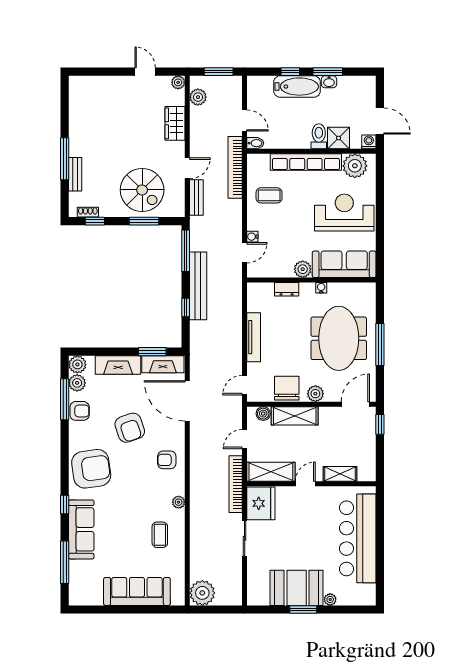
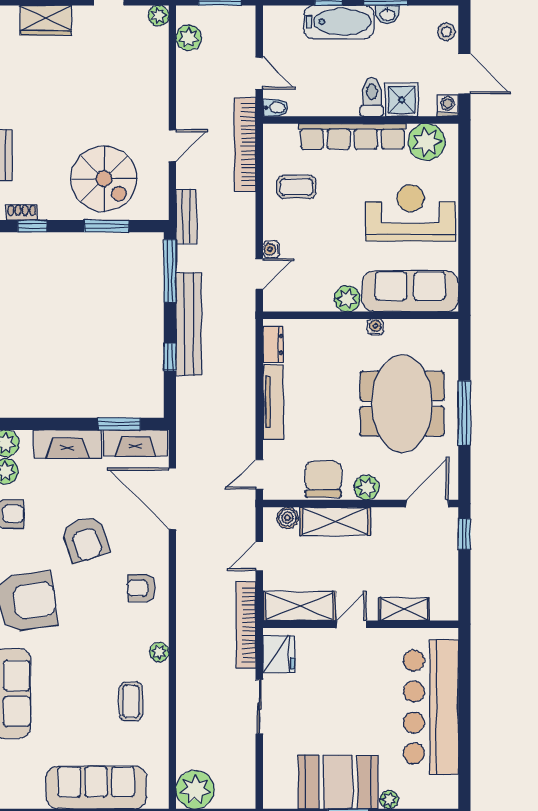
stool: (368, 93) -> (446, 32), added
wardrobe: (175, 123) -> (46, 20), moved, turned -90
bench: (196, 197) -> (186, 216), moved
dresser: (287, 289) -> (273, 344), moved, turned -90
fridge: (261, 503) -> (279, 654), width x0.73, depth x0.75

